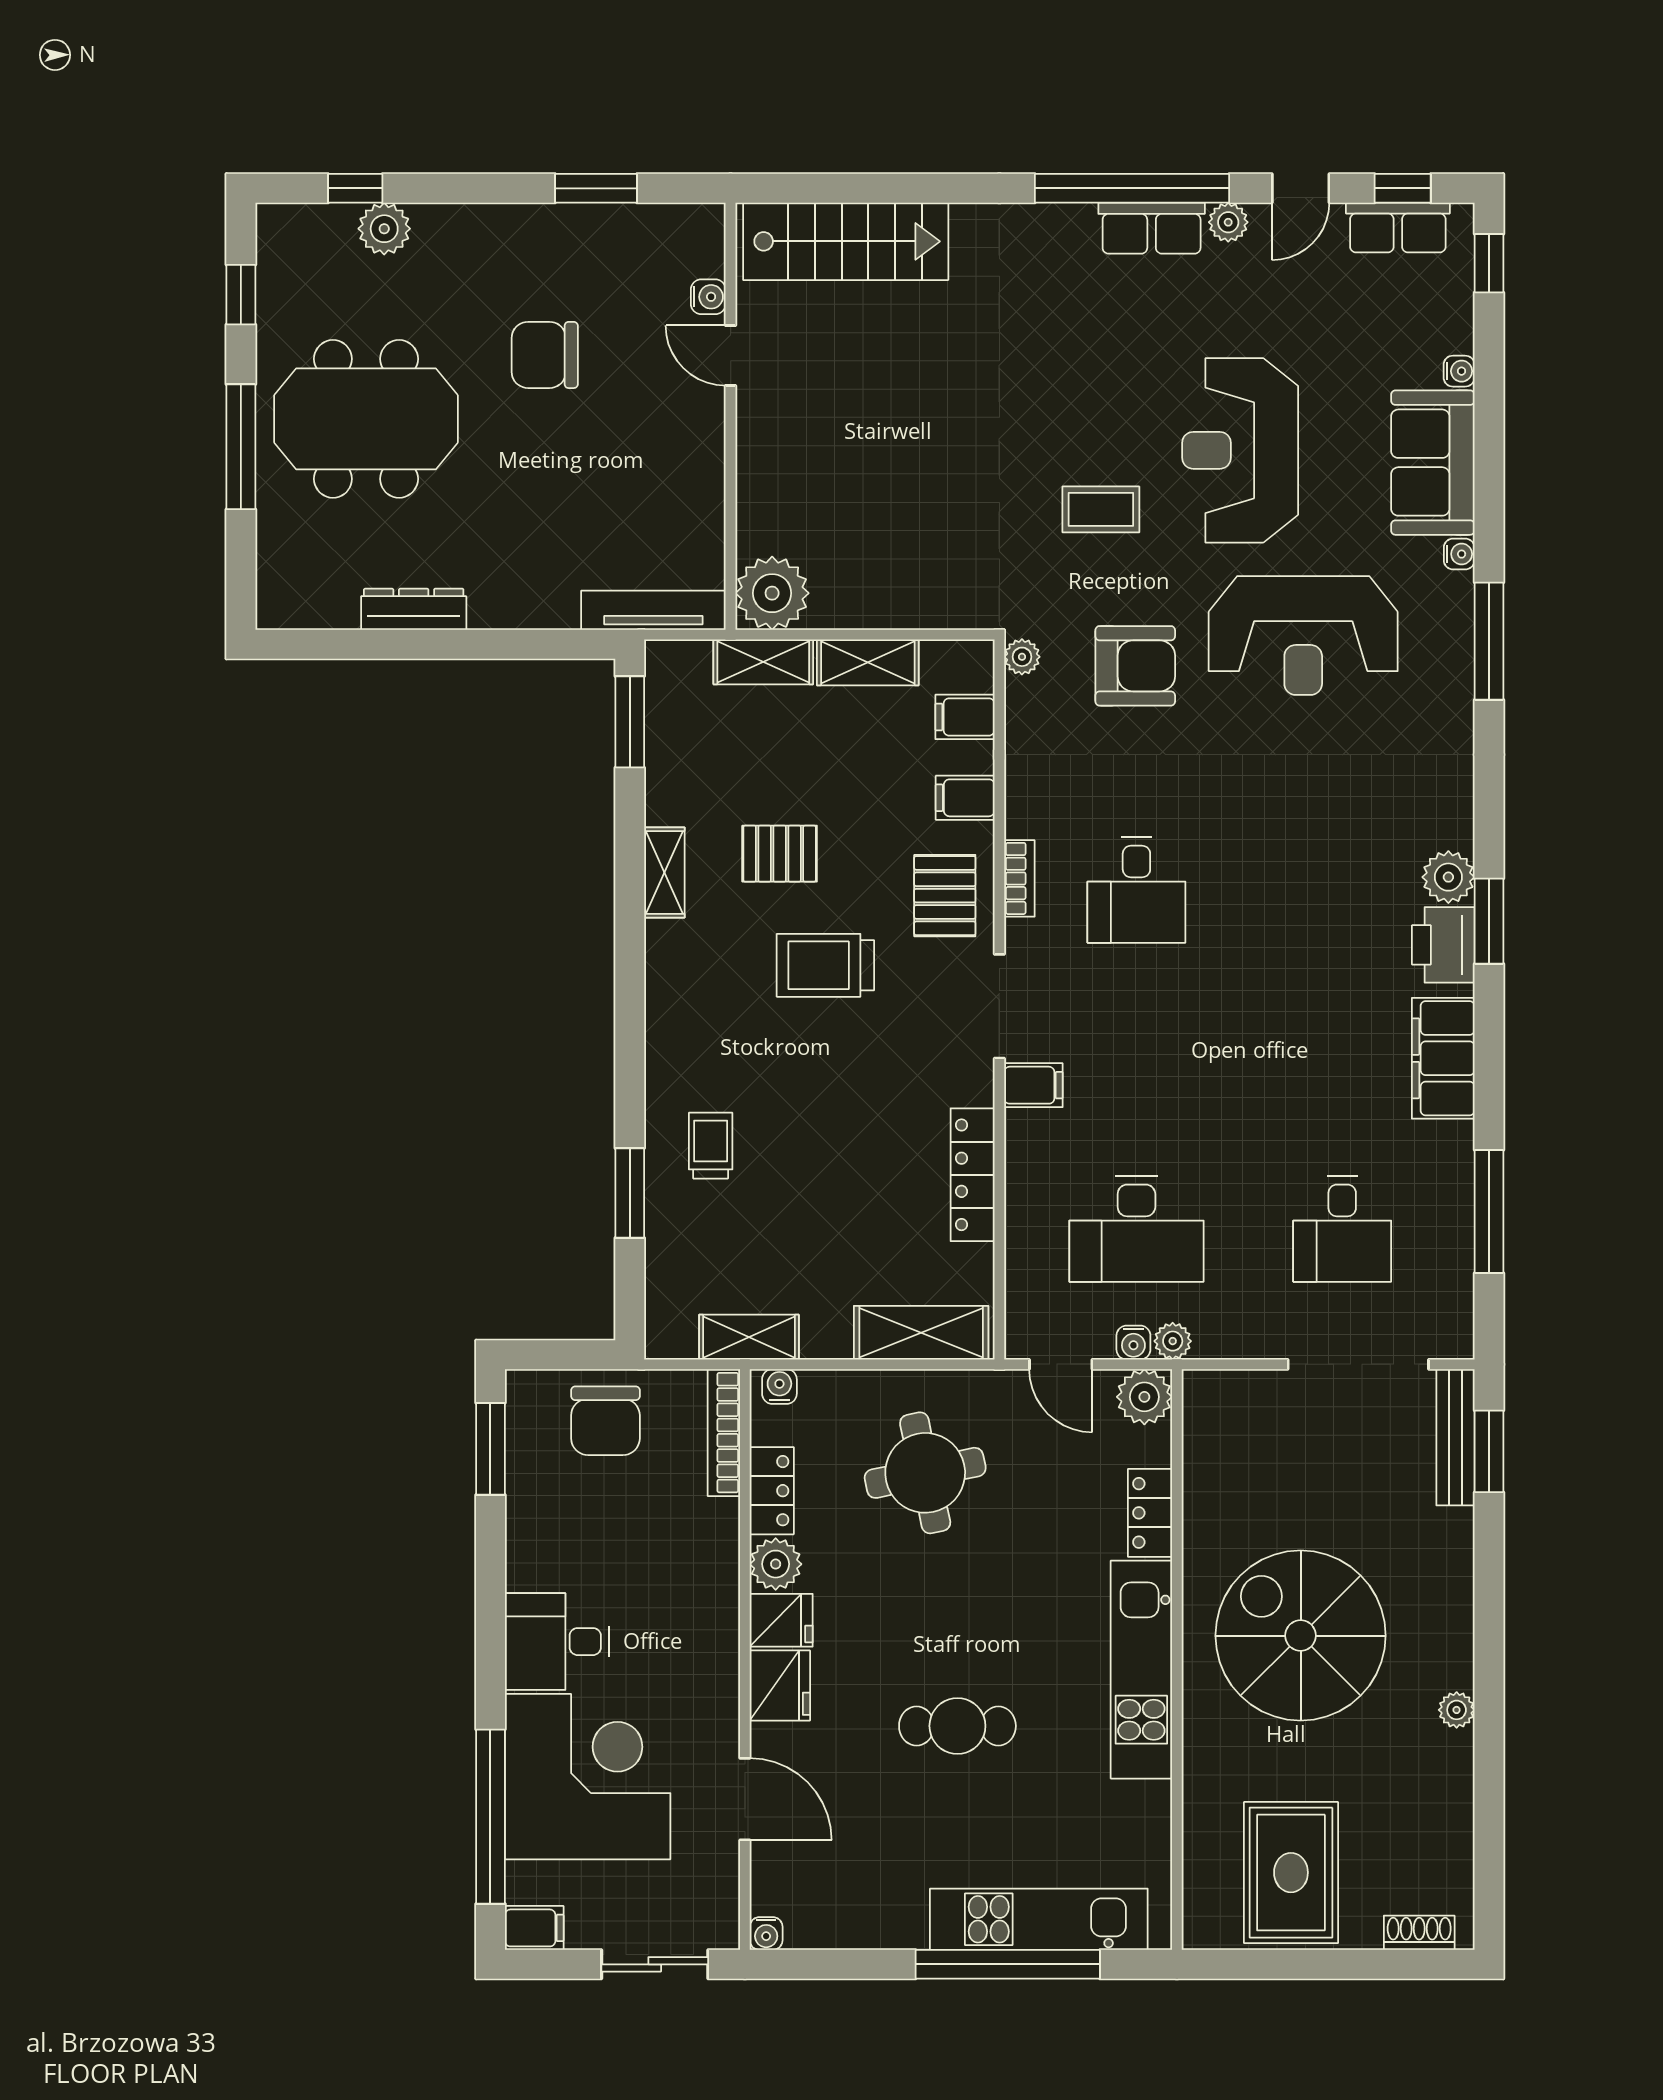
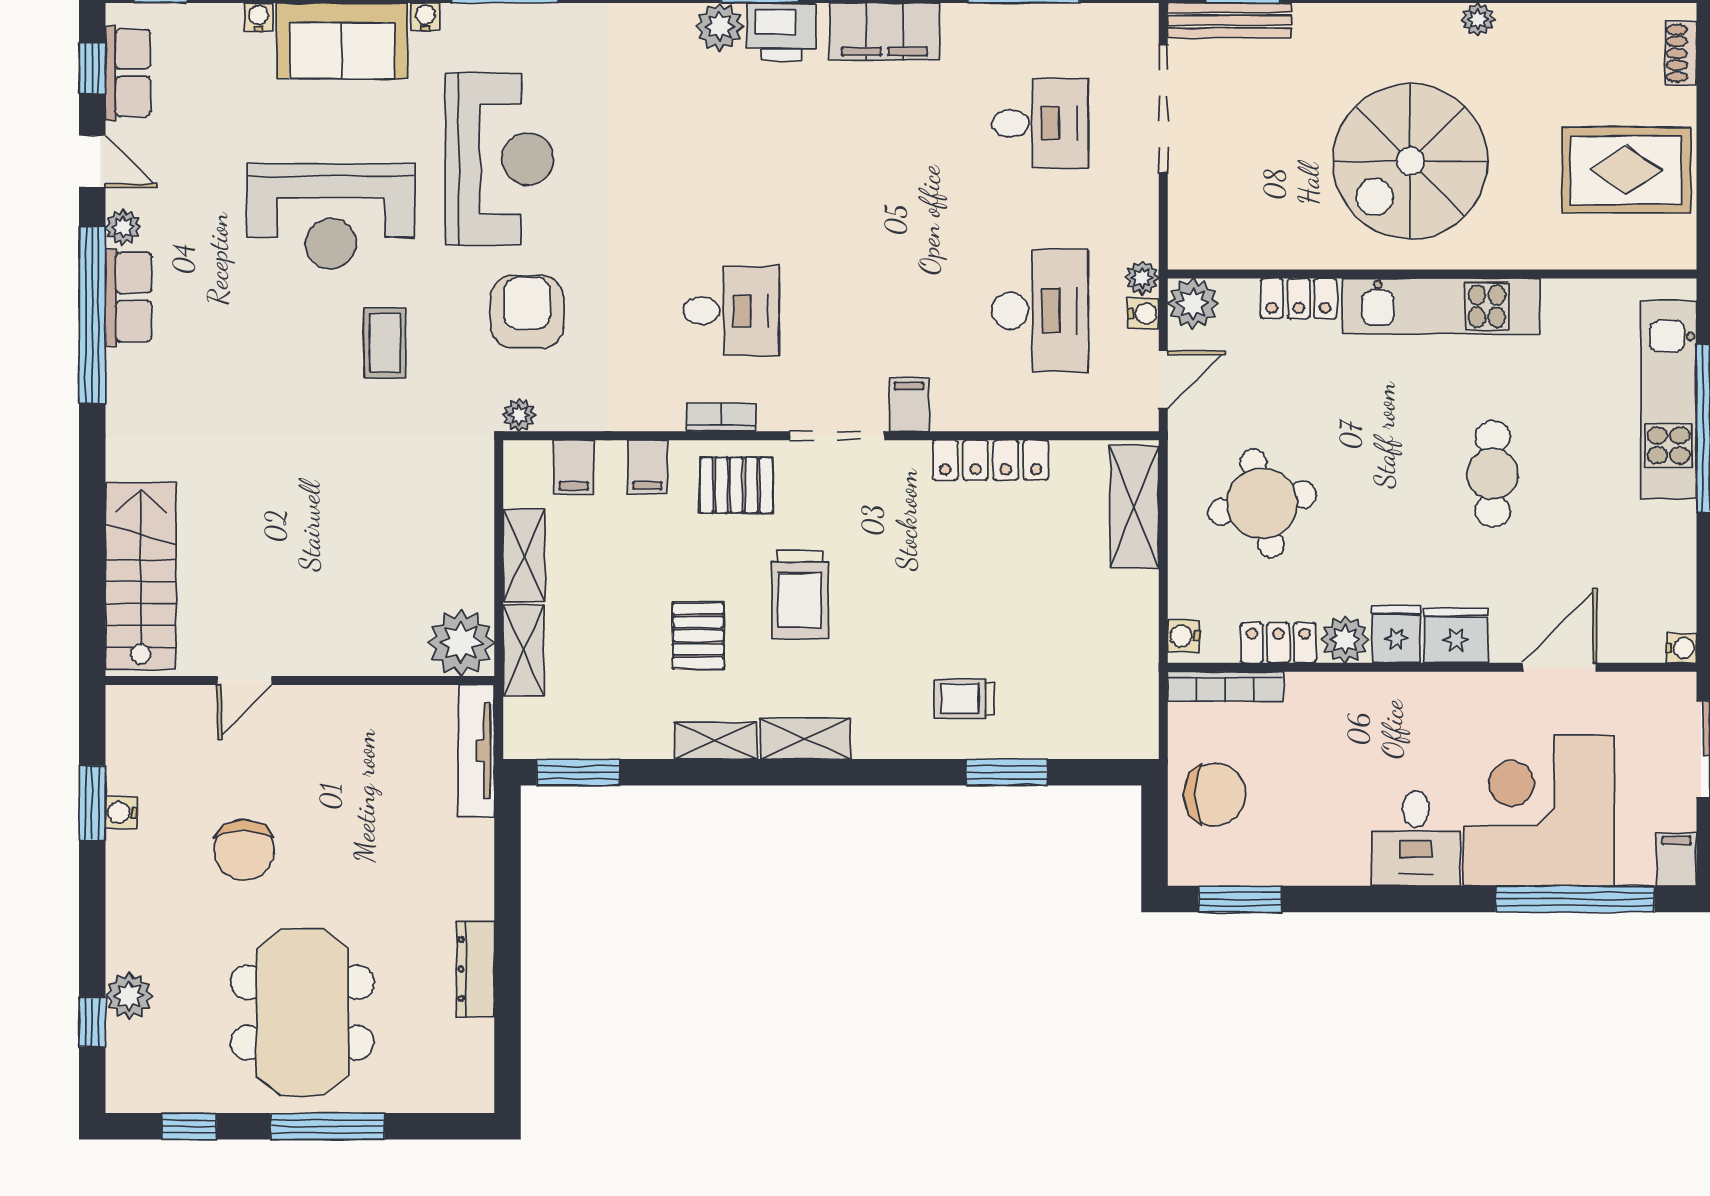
water cooler: (708, 297) -> (121, 812), moved, turned -90
shelving: (749, 1337) -> (805, 739), moved, turned 90

